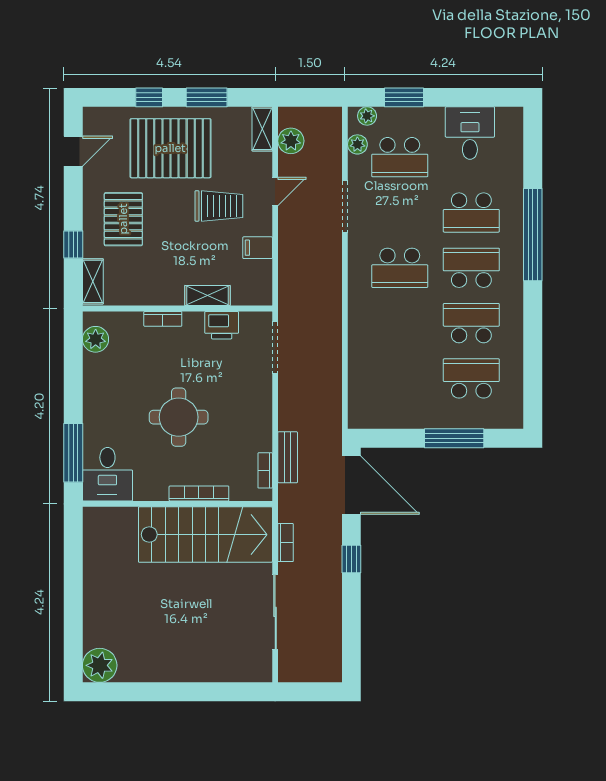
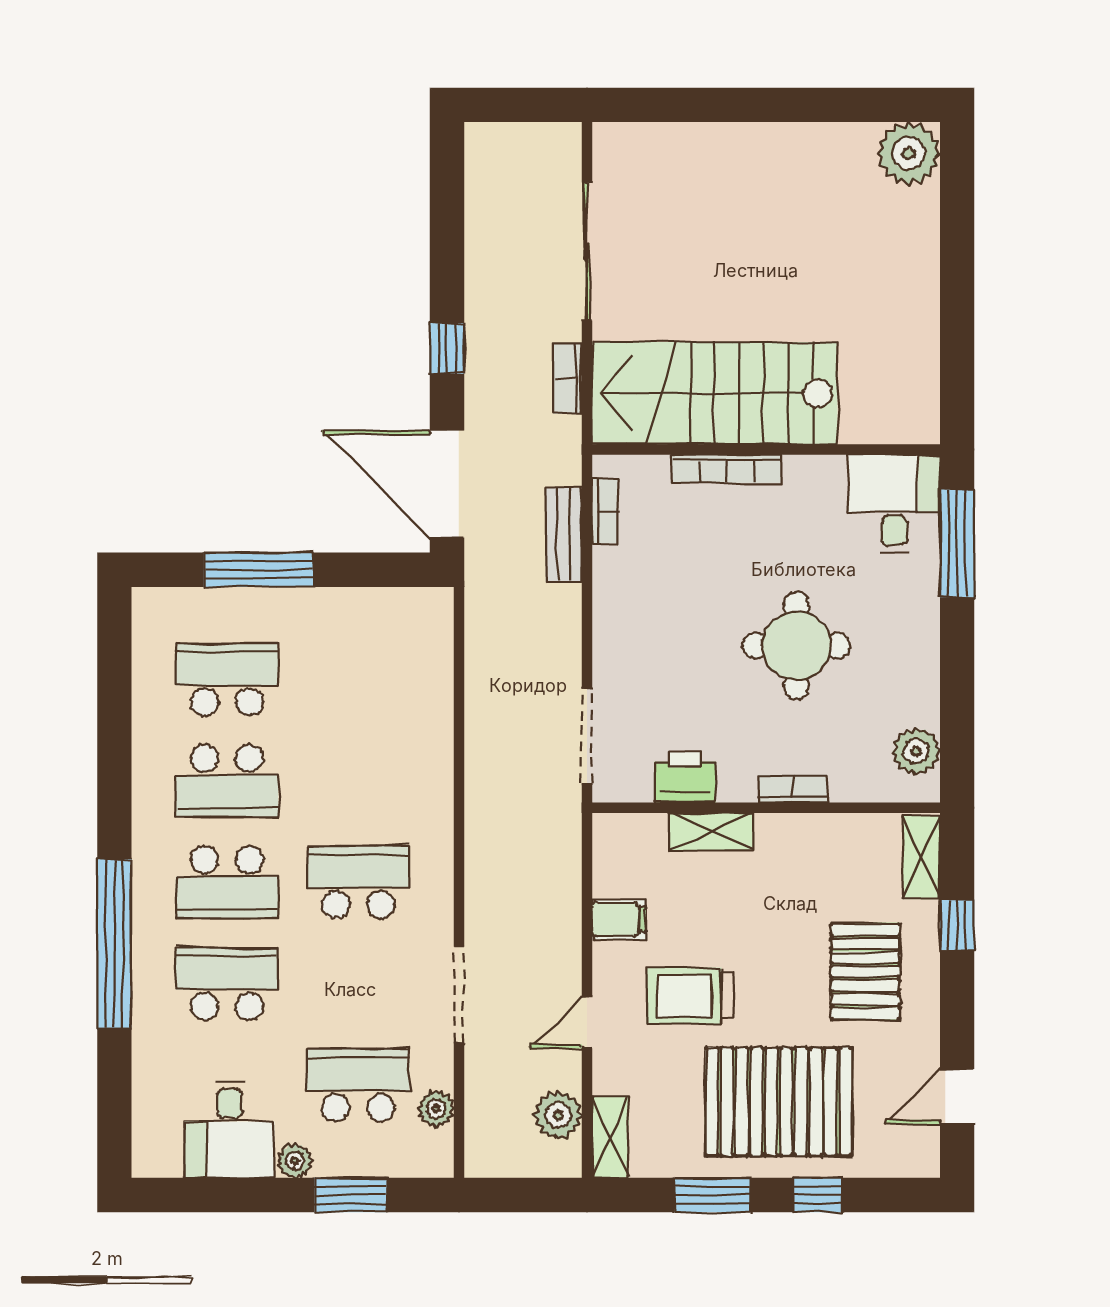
plant: (367, 116) -> (295, 1161), moved
school desk: (471, 378) -> (227, 679), turned 180
round table: (179, 417) -> (796, 646), moved

